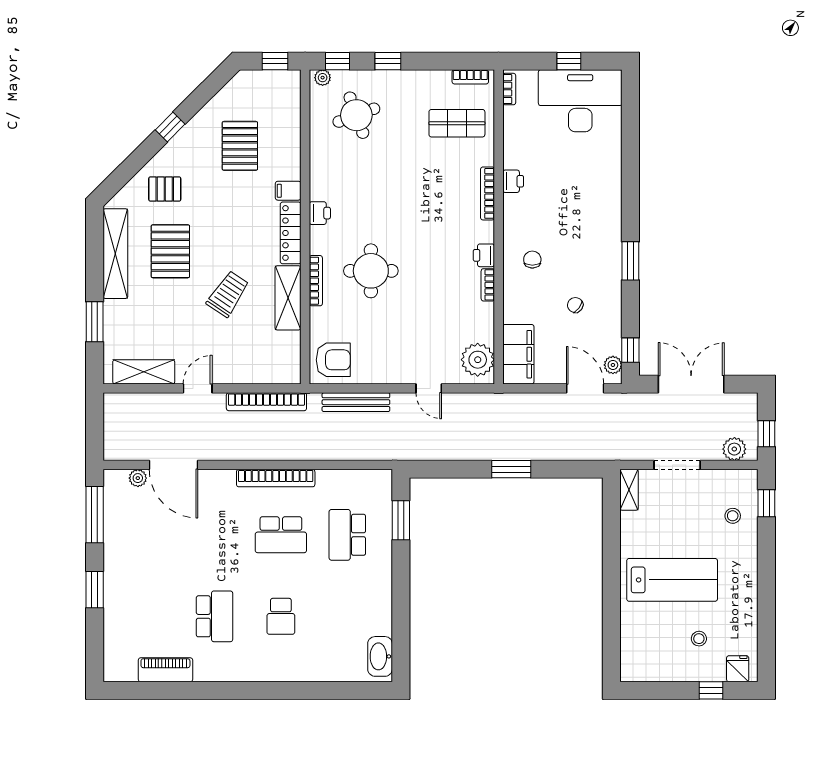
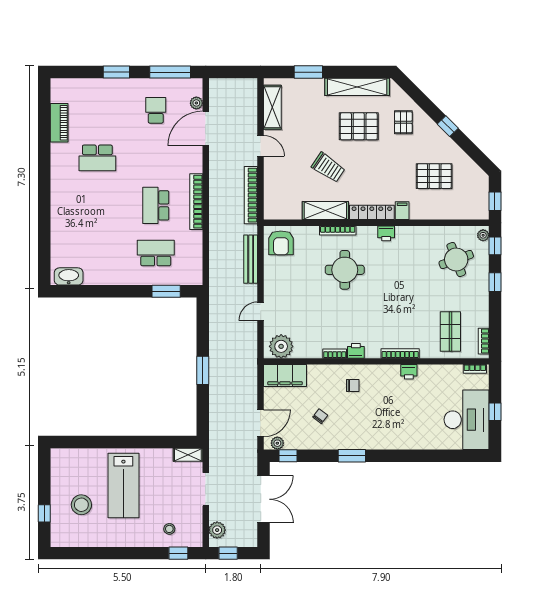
school desk: (281, 616) -> (156, 110), moved, turned 90
stool: (699, 639) -> (81, 505), width x1.89, depth x1.89
fridge: (738, 669) -> (60, 532), removed

